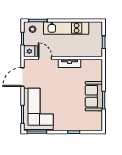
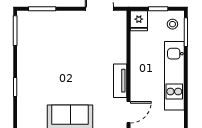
door: (45, 58) -> (128, 112), moved
corner sofa: (38, 109) -> (51, 33), removed

